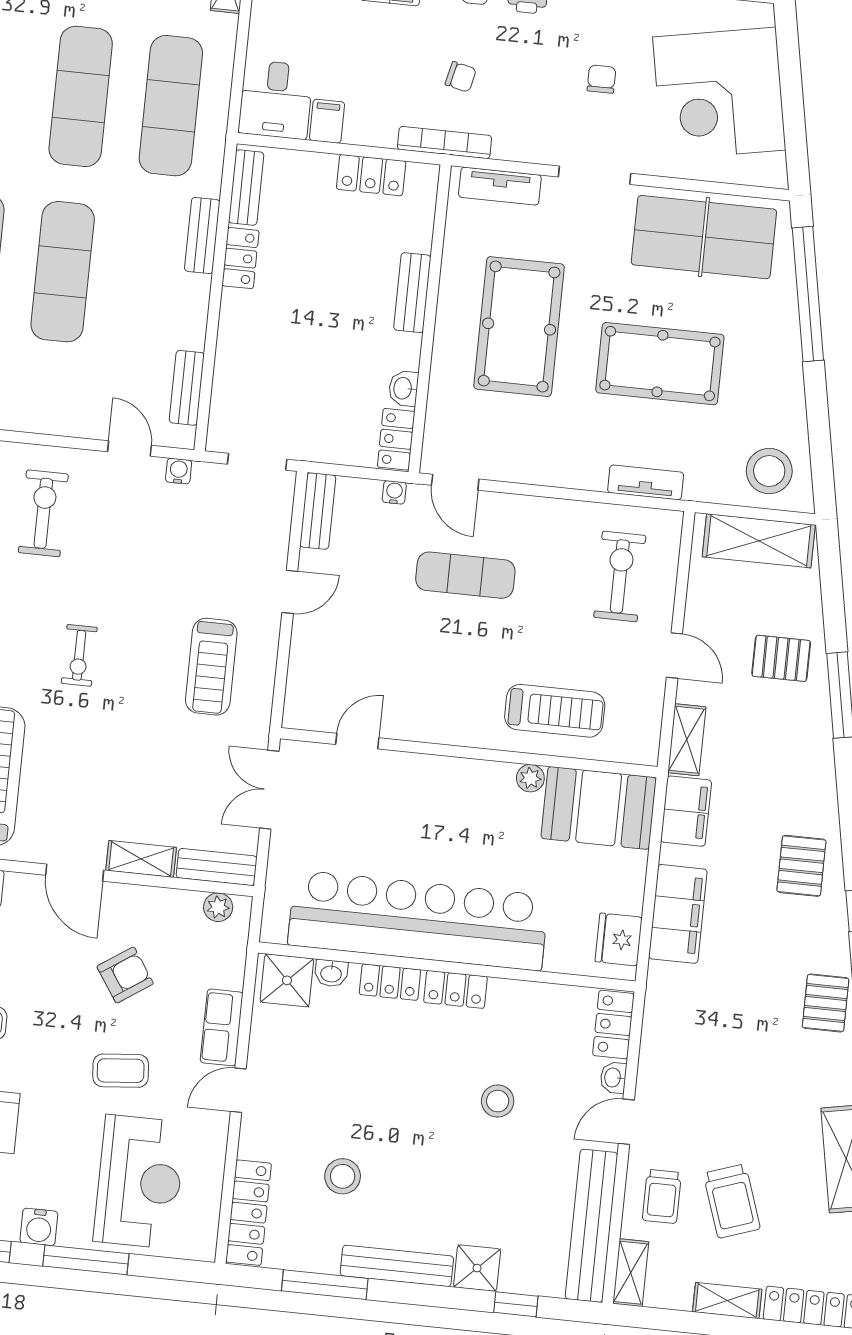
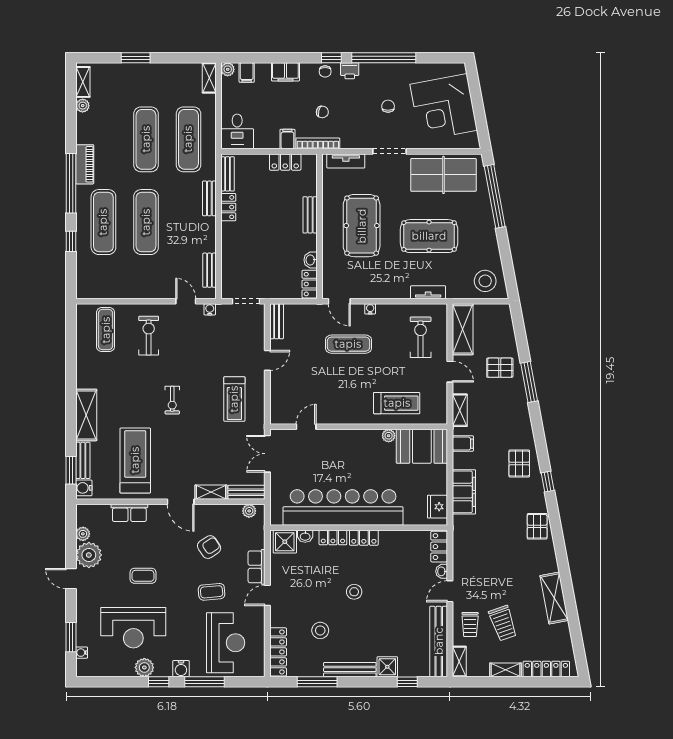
filing cabinet: (327, 121) -> (287, 139), moved
water cooler: (394, 492) -> (370, 309), moved
shelving: (759, 541) -> (463, 329), moved, turned 90
filing cabinet: (686, 811) -> (463, 444), width x0.50
stool: (498, 1101) -> (354, 592), moved

